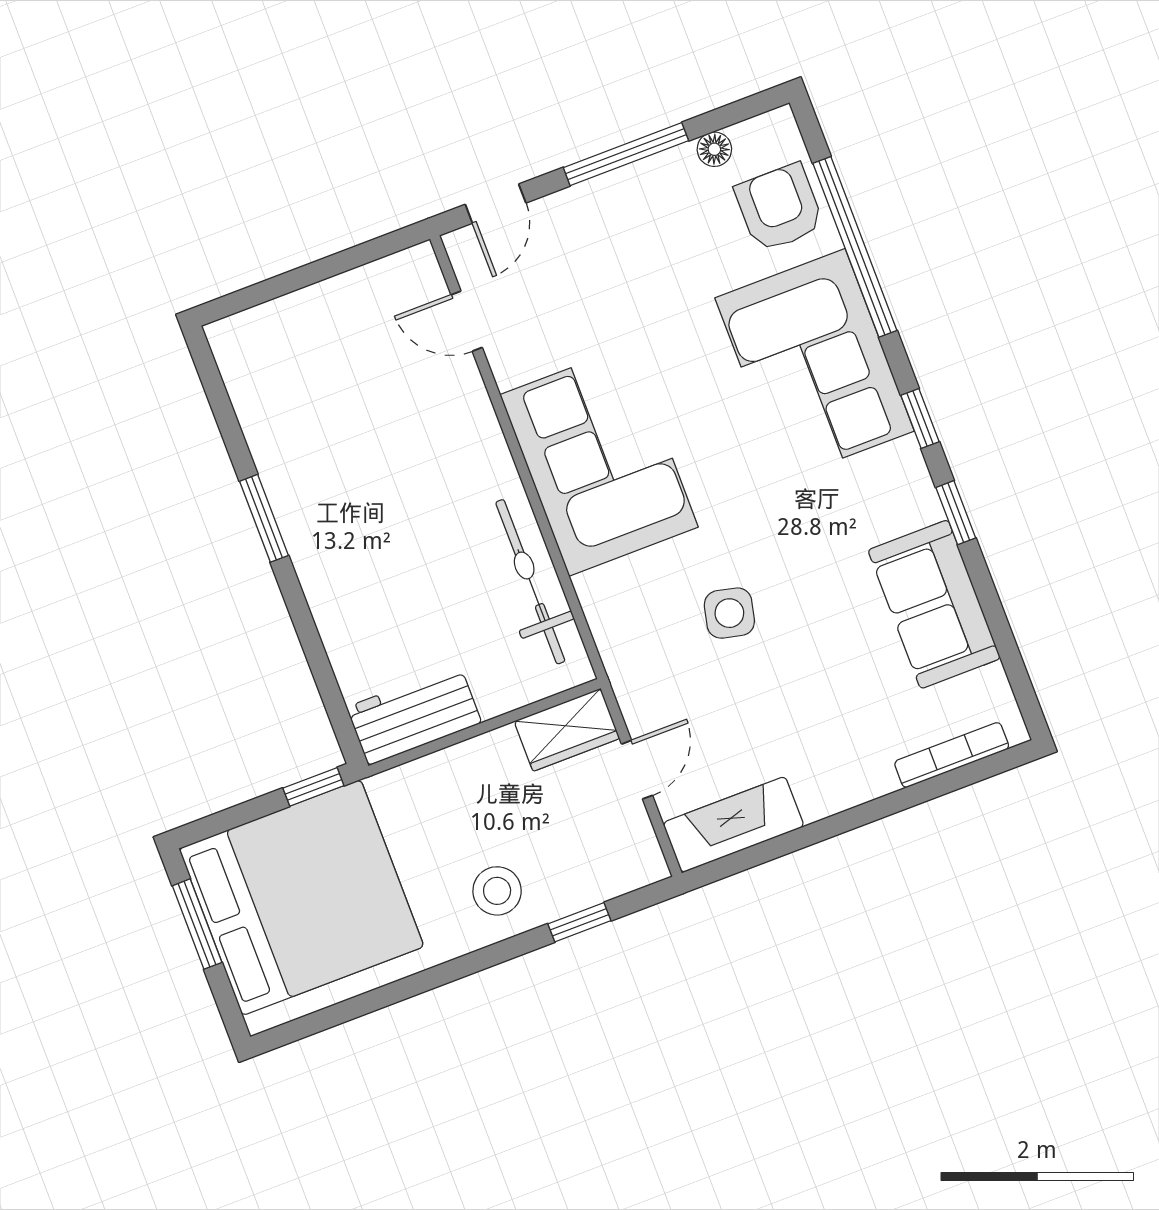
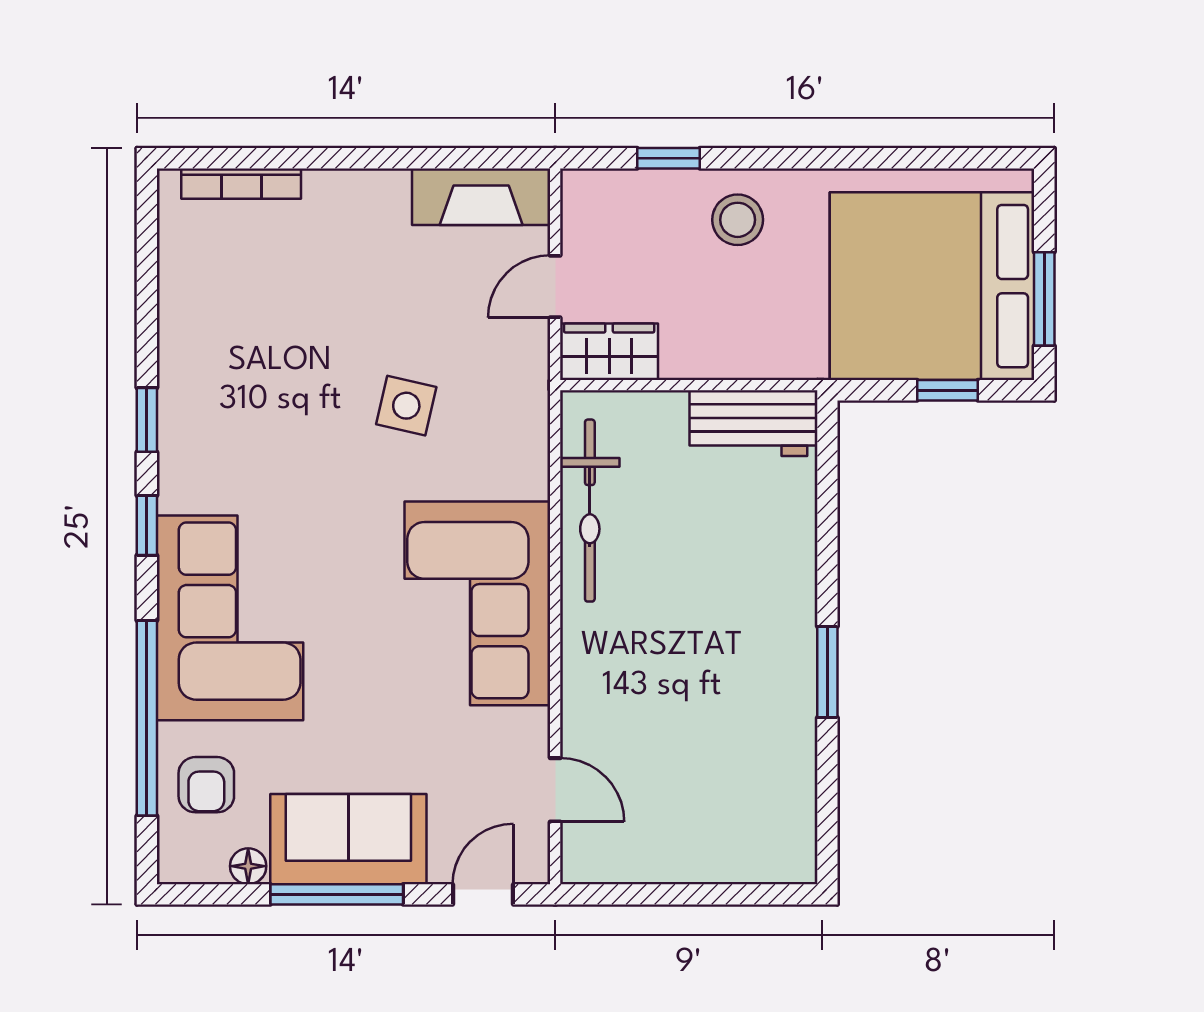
armchair: (779, 208) -> (206, 785), width x0.72, depth x0.72
sofa: (934, 604) -> (348, 839), moved, turned -90
window: (313, 787) -> (948, 390), moved

